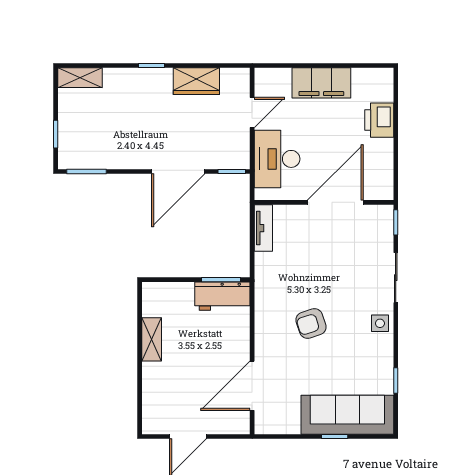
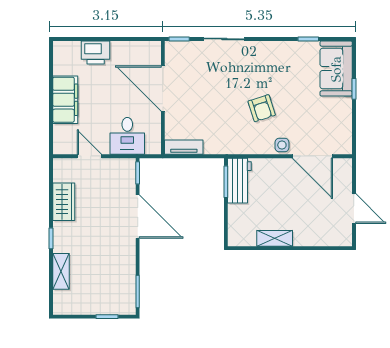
shelving: (80, 78) -> (61, 271), moved
desk: (277, 159) -> (127, 136), width x0.73
side table: (380, 323) -> (282, 145), moved
sofa: (347, 415) -> (336, 69), width x0.73

